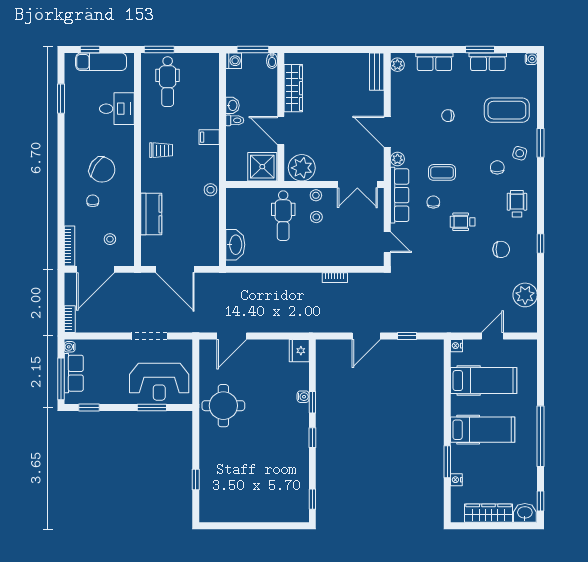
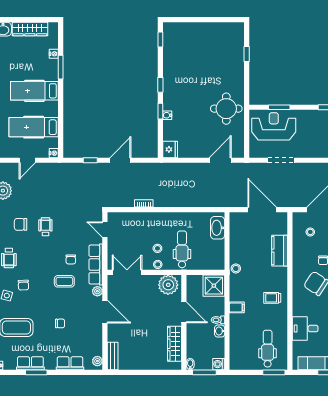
shower: (262, 167) -> (214, 286), moved
wheelchair: (463, 222) -> (45, 227), moved, turned -90

